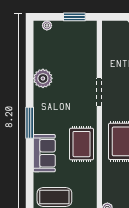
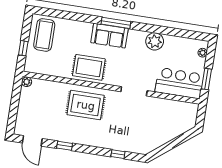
bar counter: (83, 45) -> (179, 83), added
sofa: (44, 153) -> (109, 36), moved

